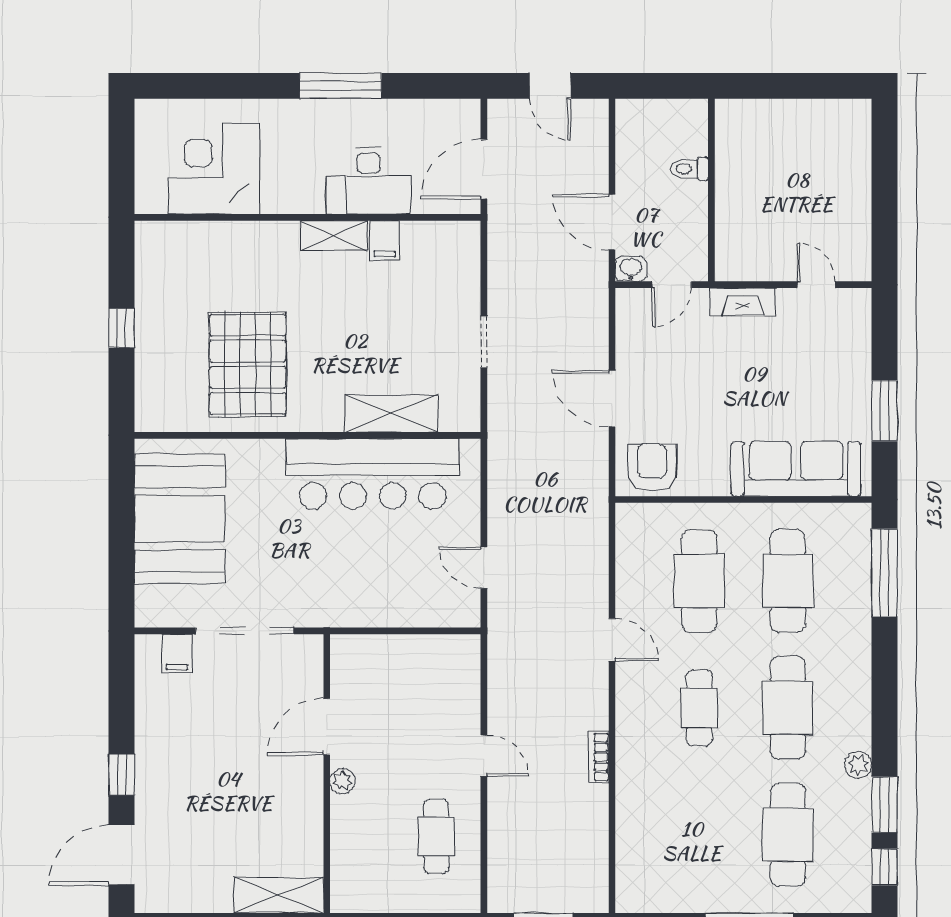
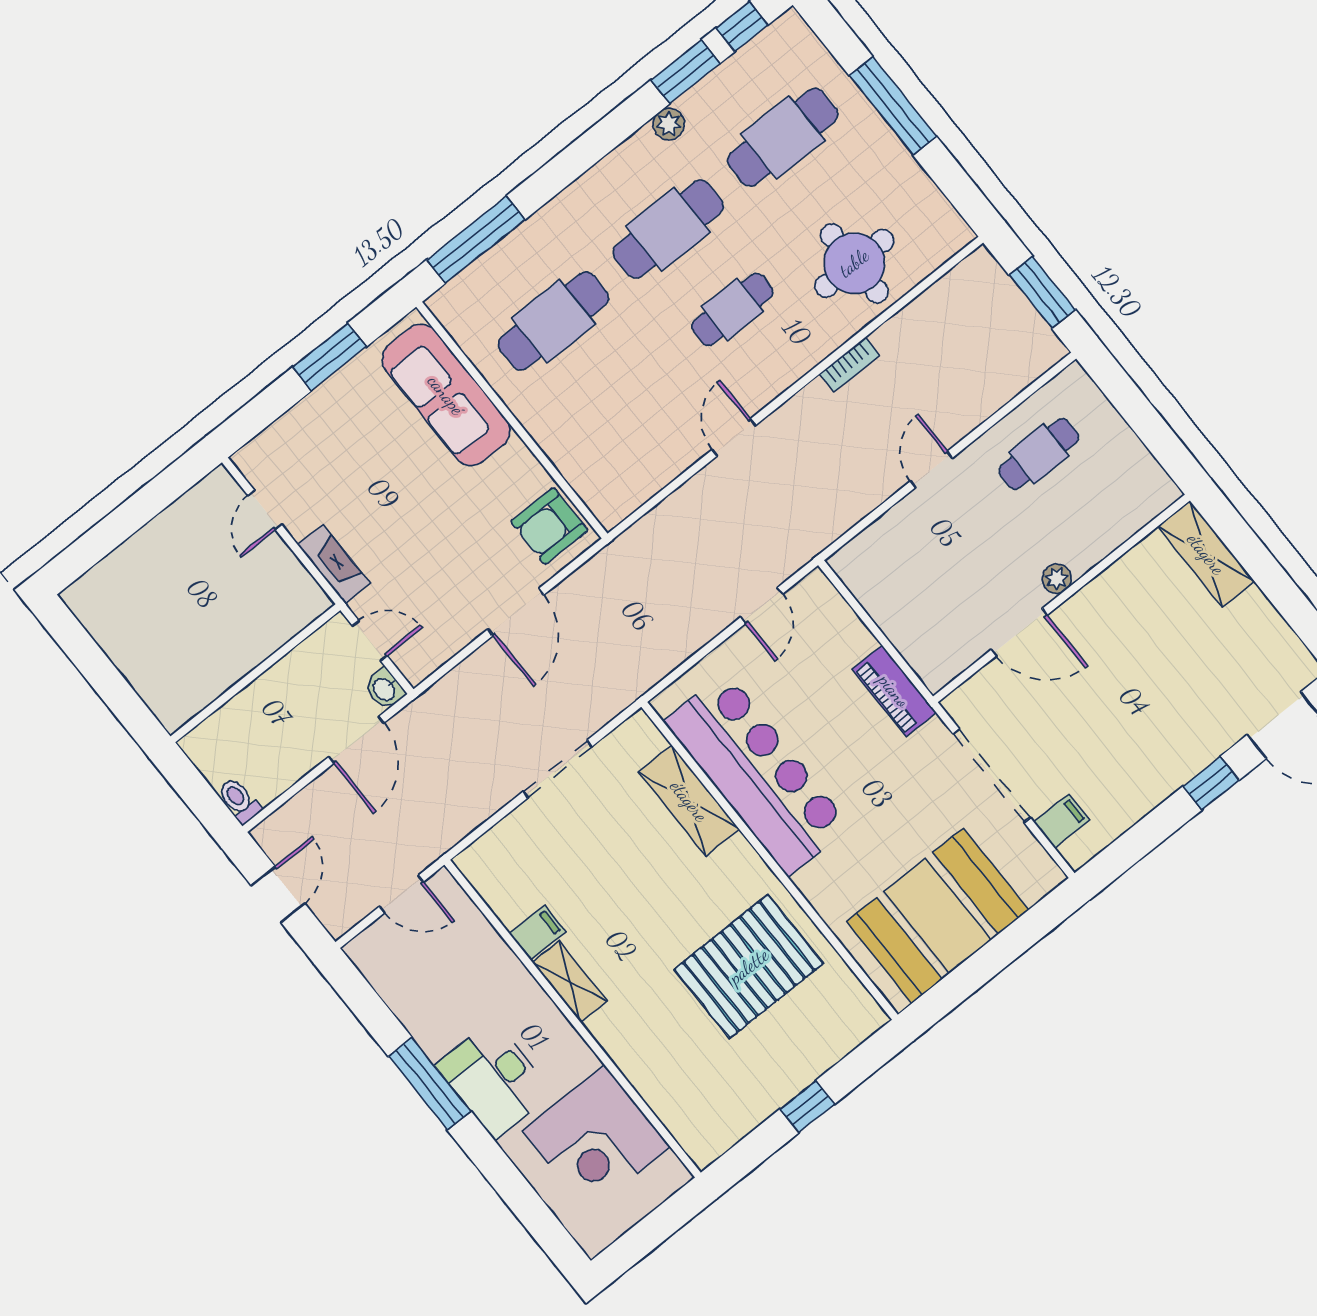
door: (484, 169) -> (401, 894), width x0.73
toilet: (689, 169) -> (239, 801), moved, turned 180
desk: (368, 181) -> (494, 1079), moved, turned 180
doorway: (484, 342) -> (558, 769), width x1.38
cafe table: (699, 581) -> (618, 401), removed
piano: (355, 611) -> (894, 691), added
round table: (664, 815) -> (854, 263), added

